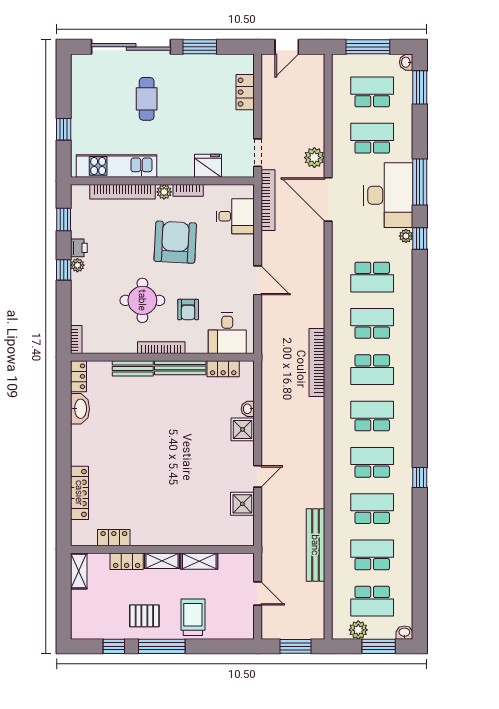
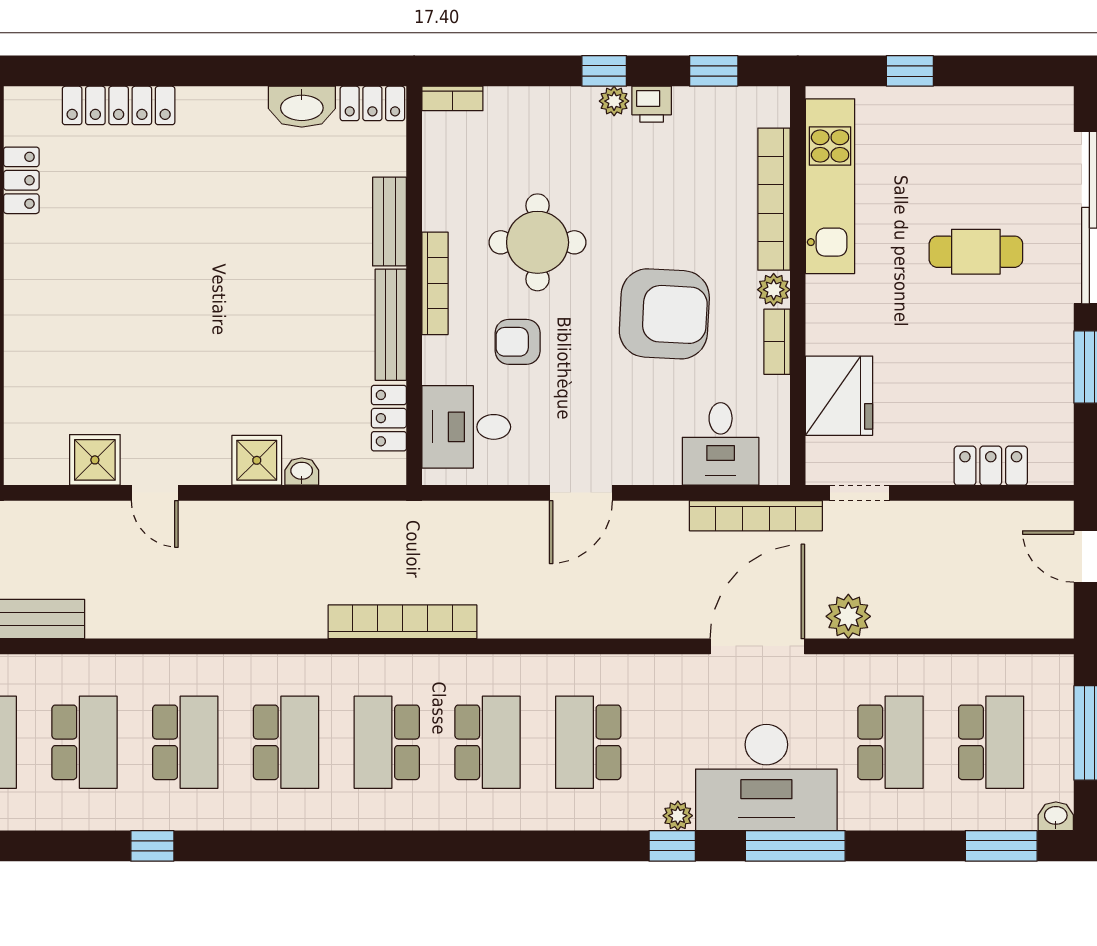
fridge: (208, 166) -> (839, 396), width x1.36, depth x1.34

